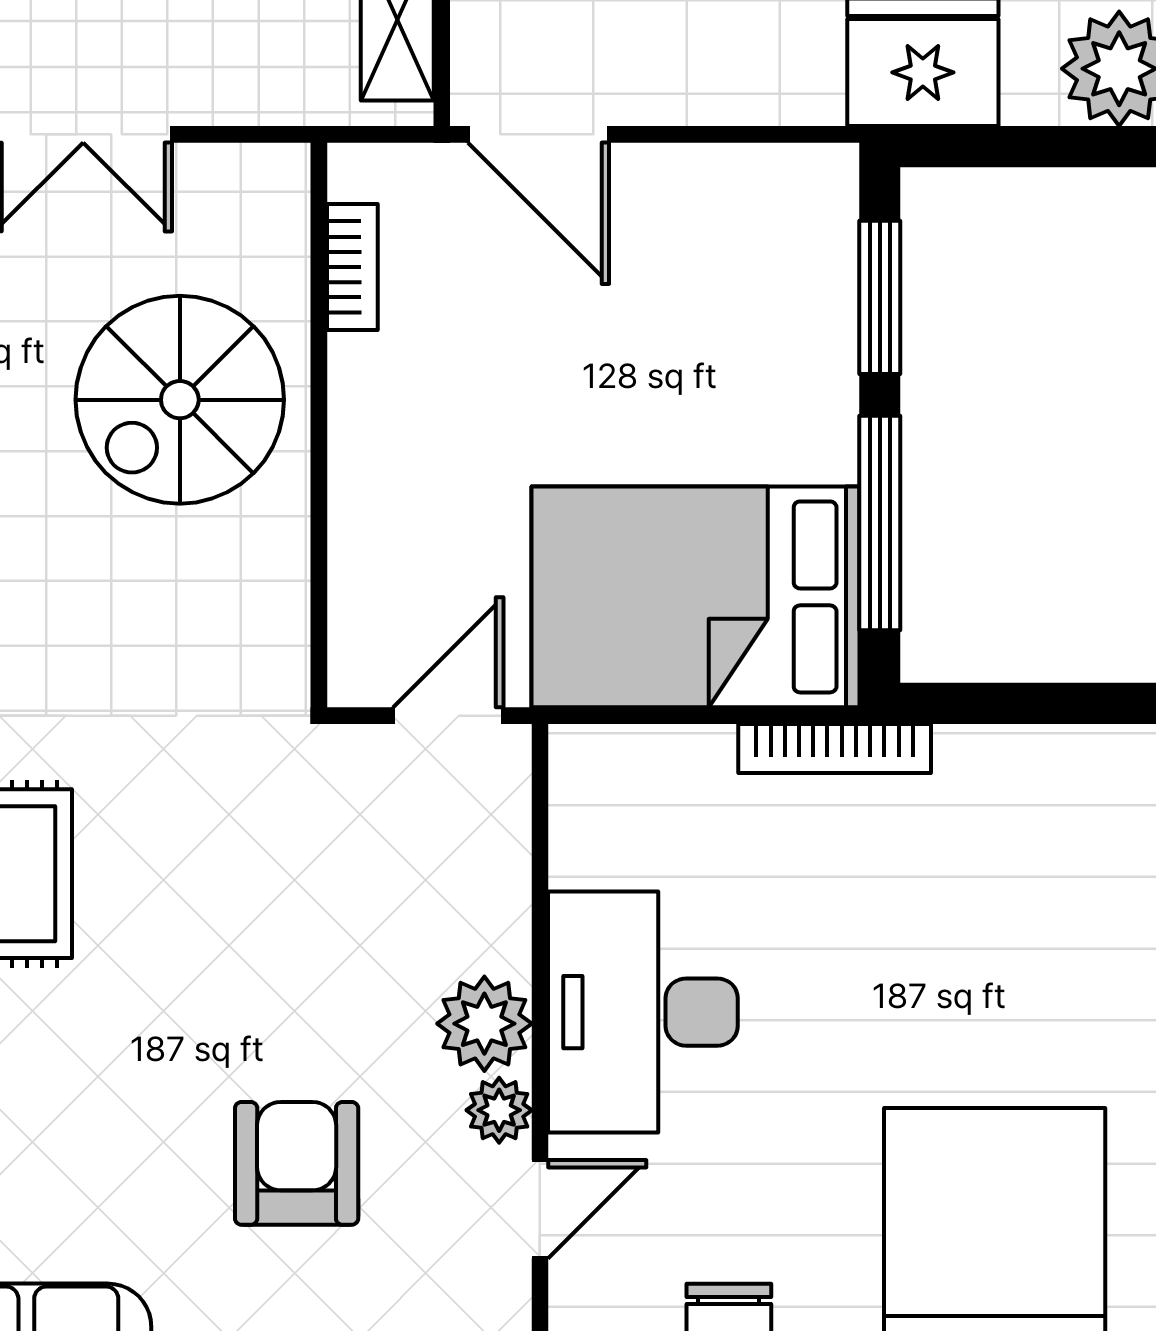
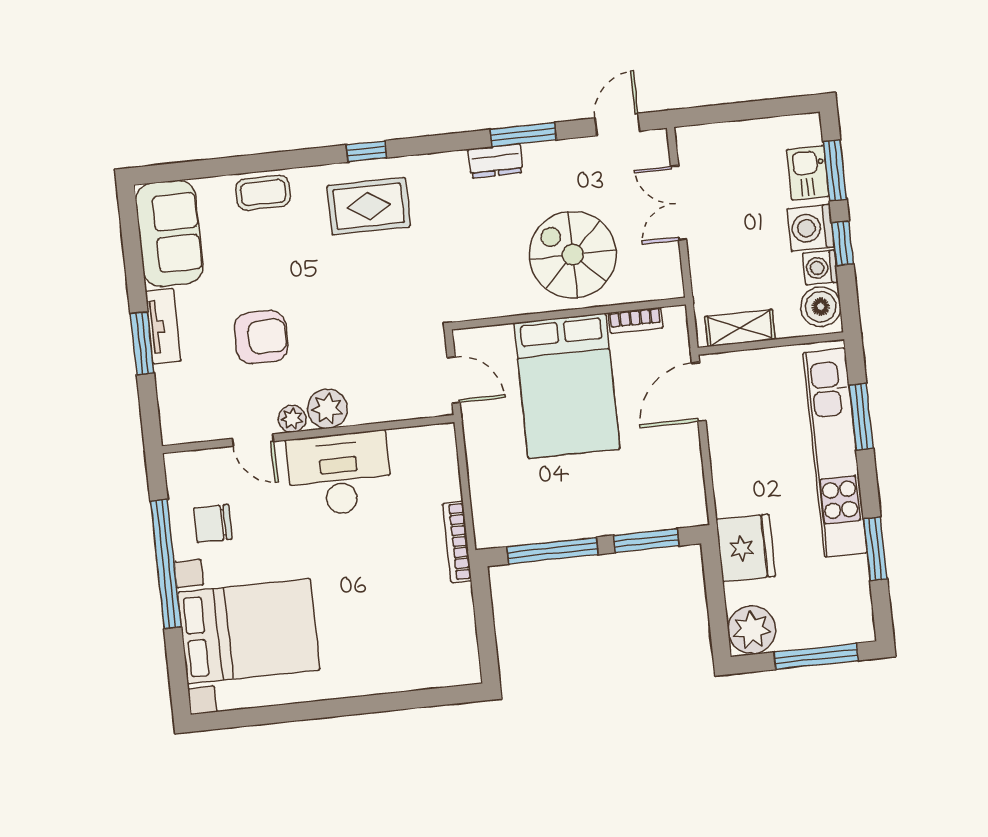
bed: (695, 597) -> (567, 386), moved, turned 180

